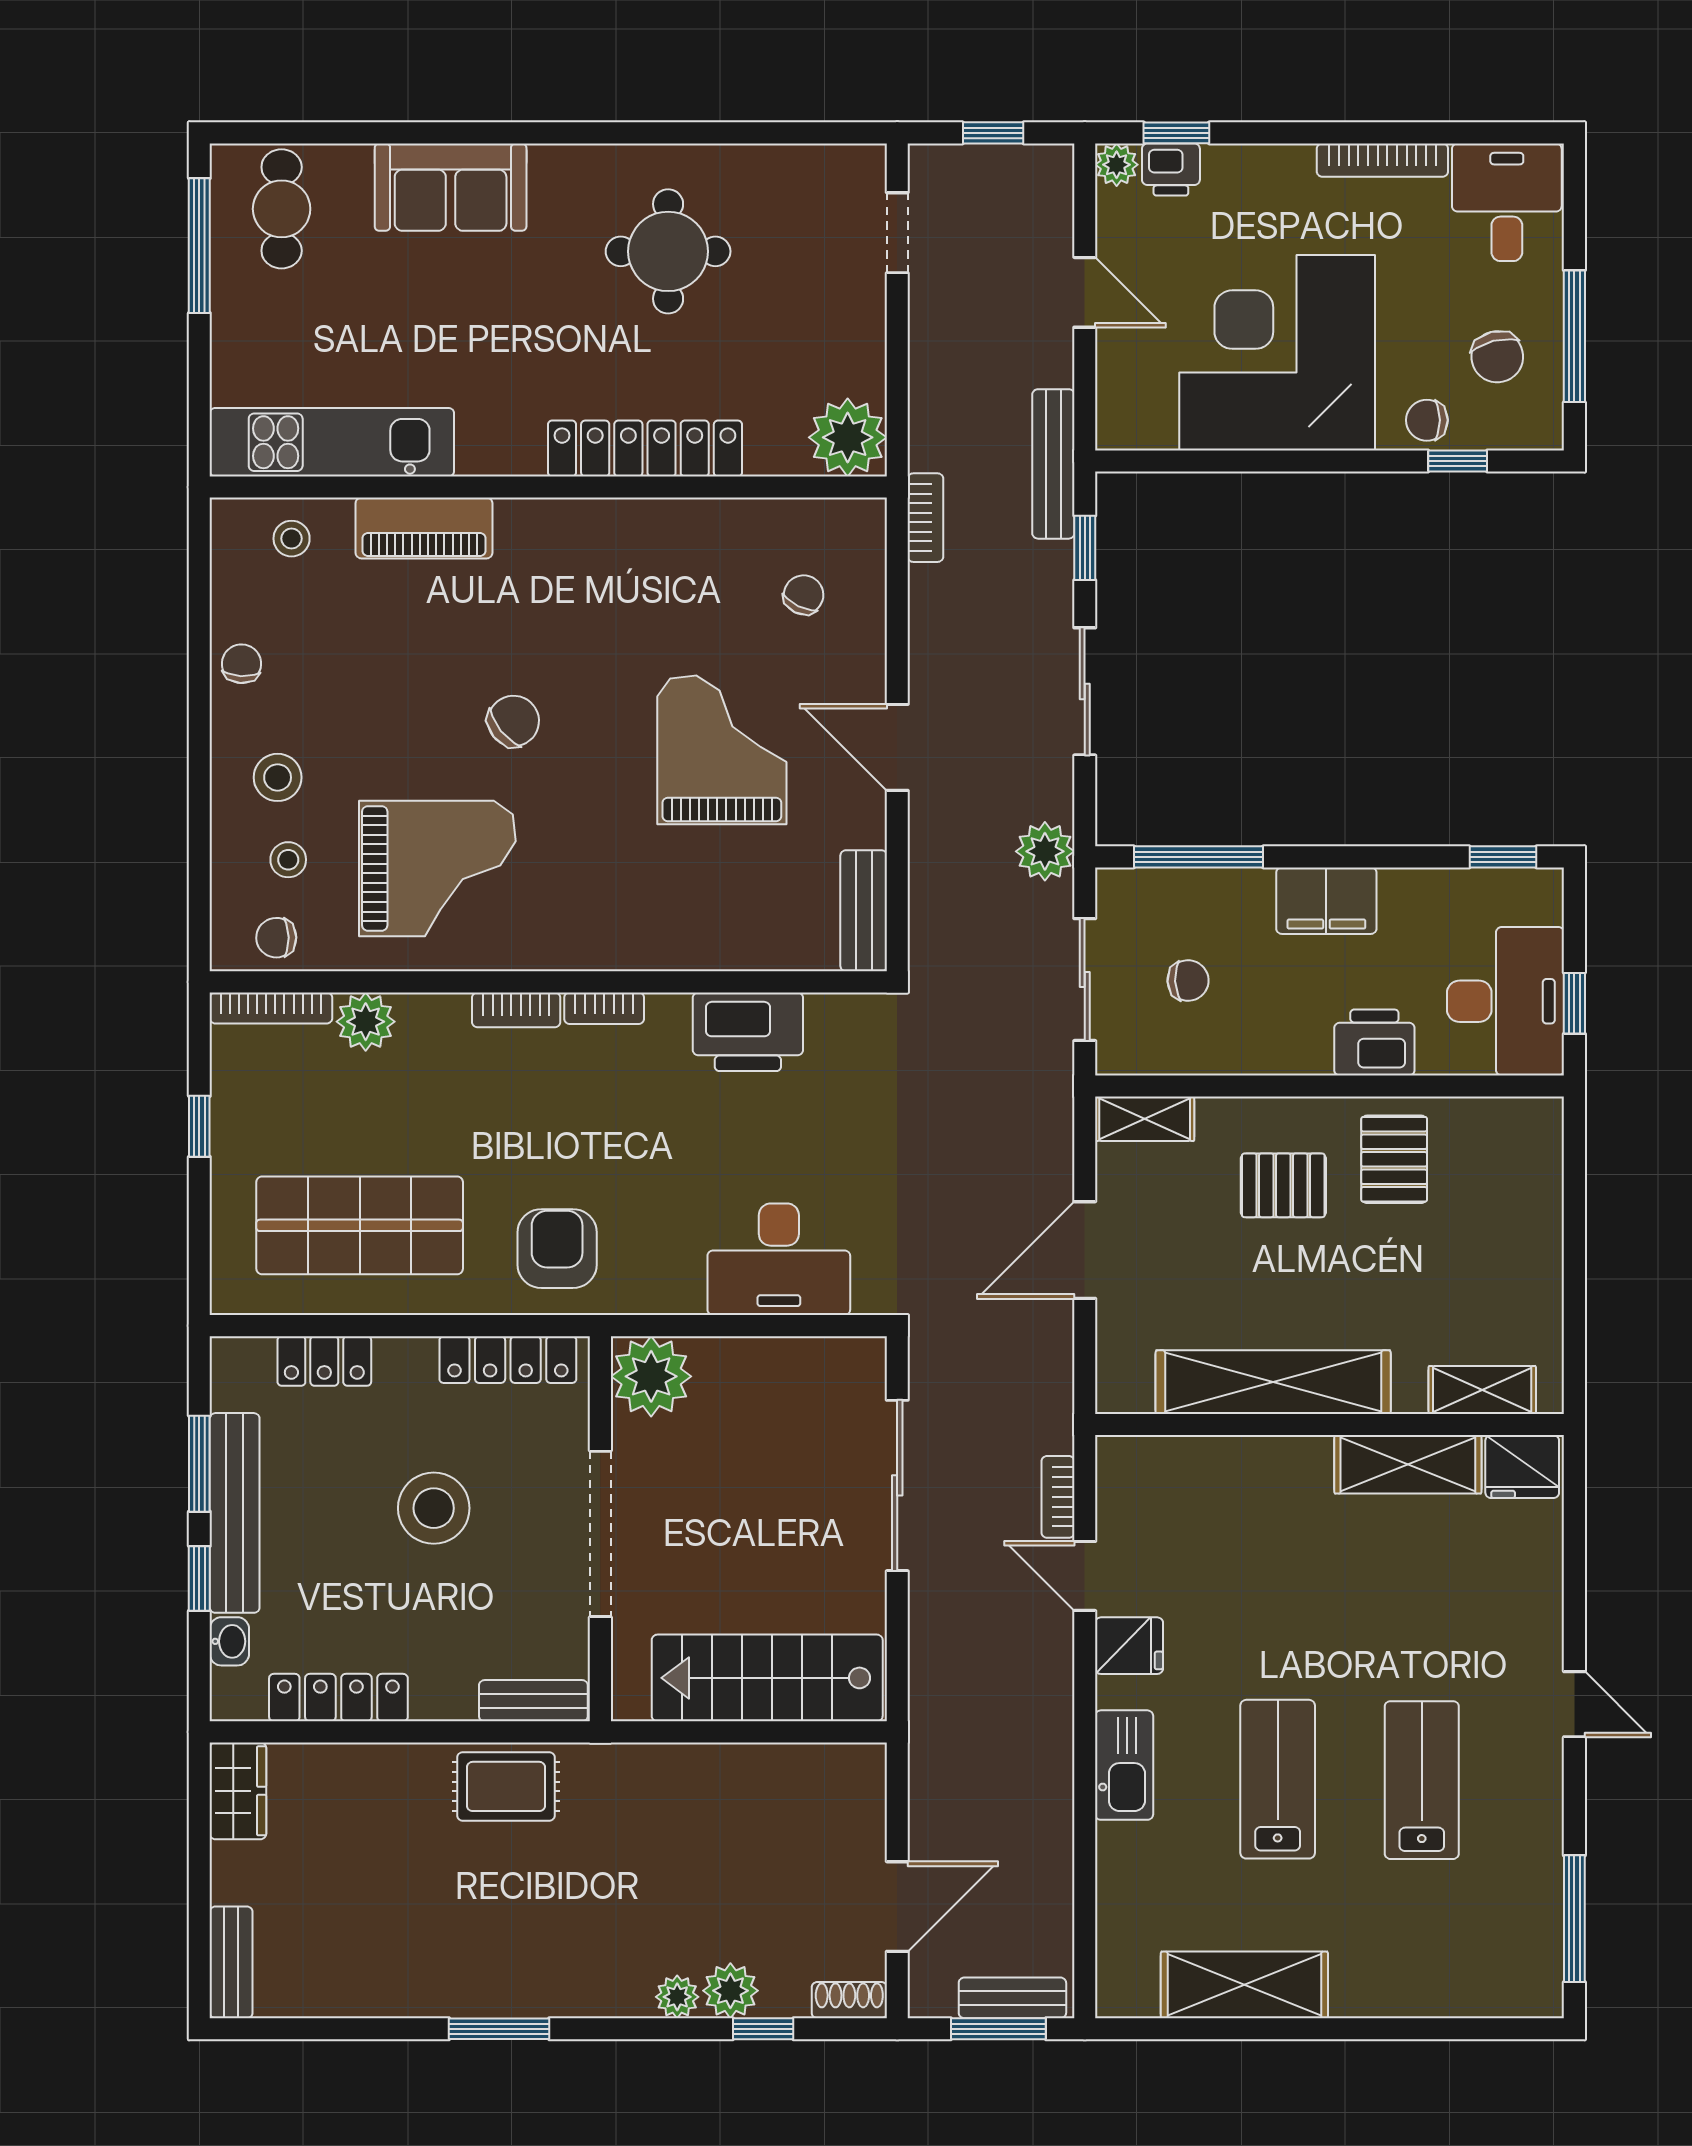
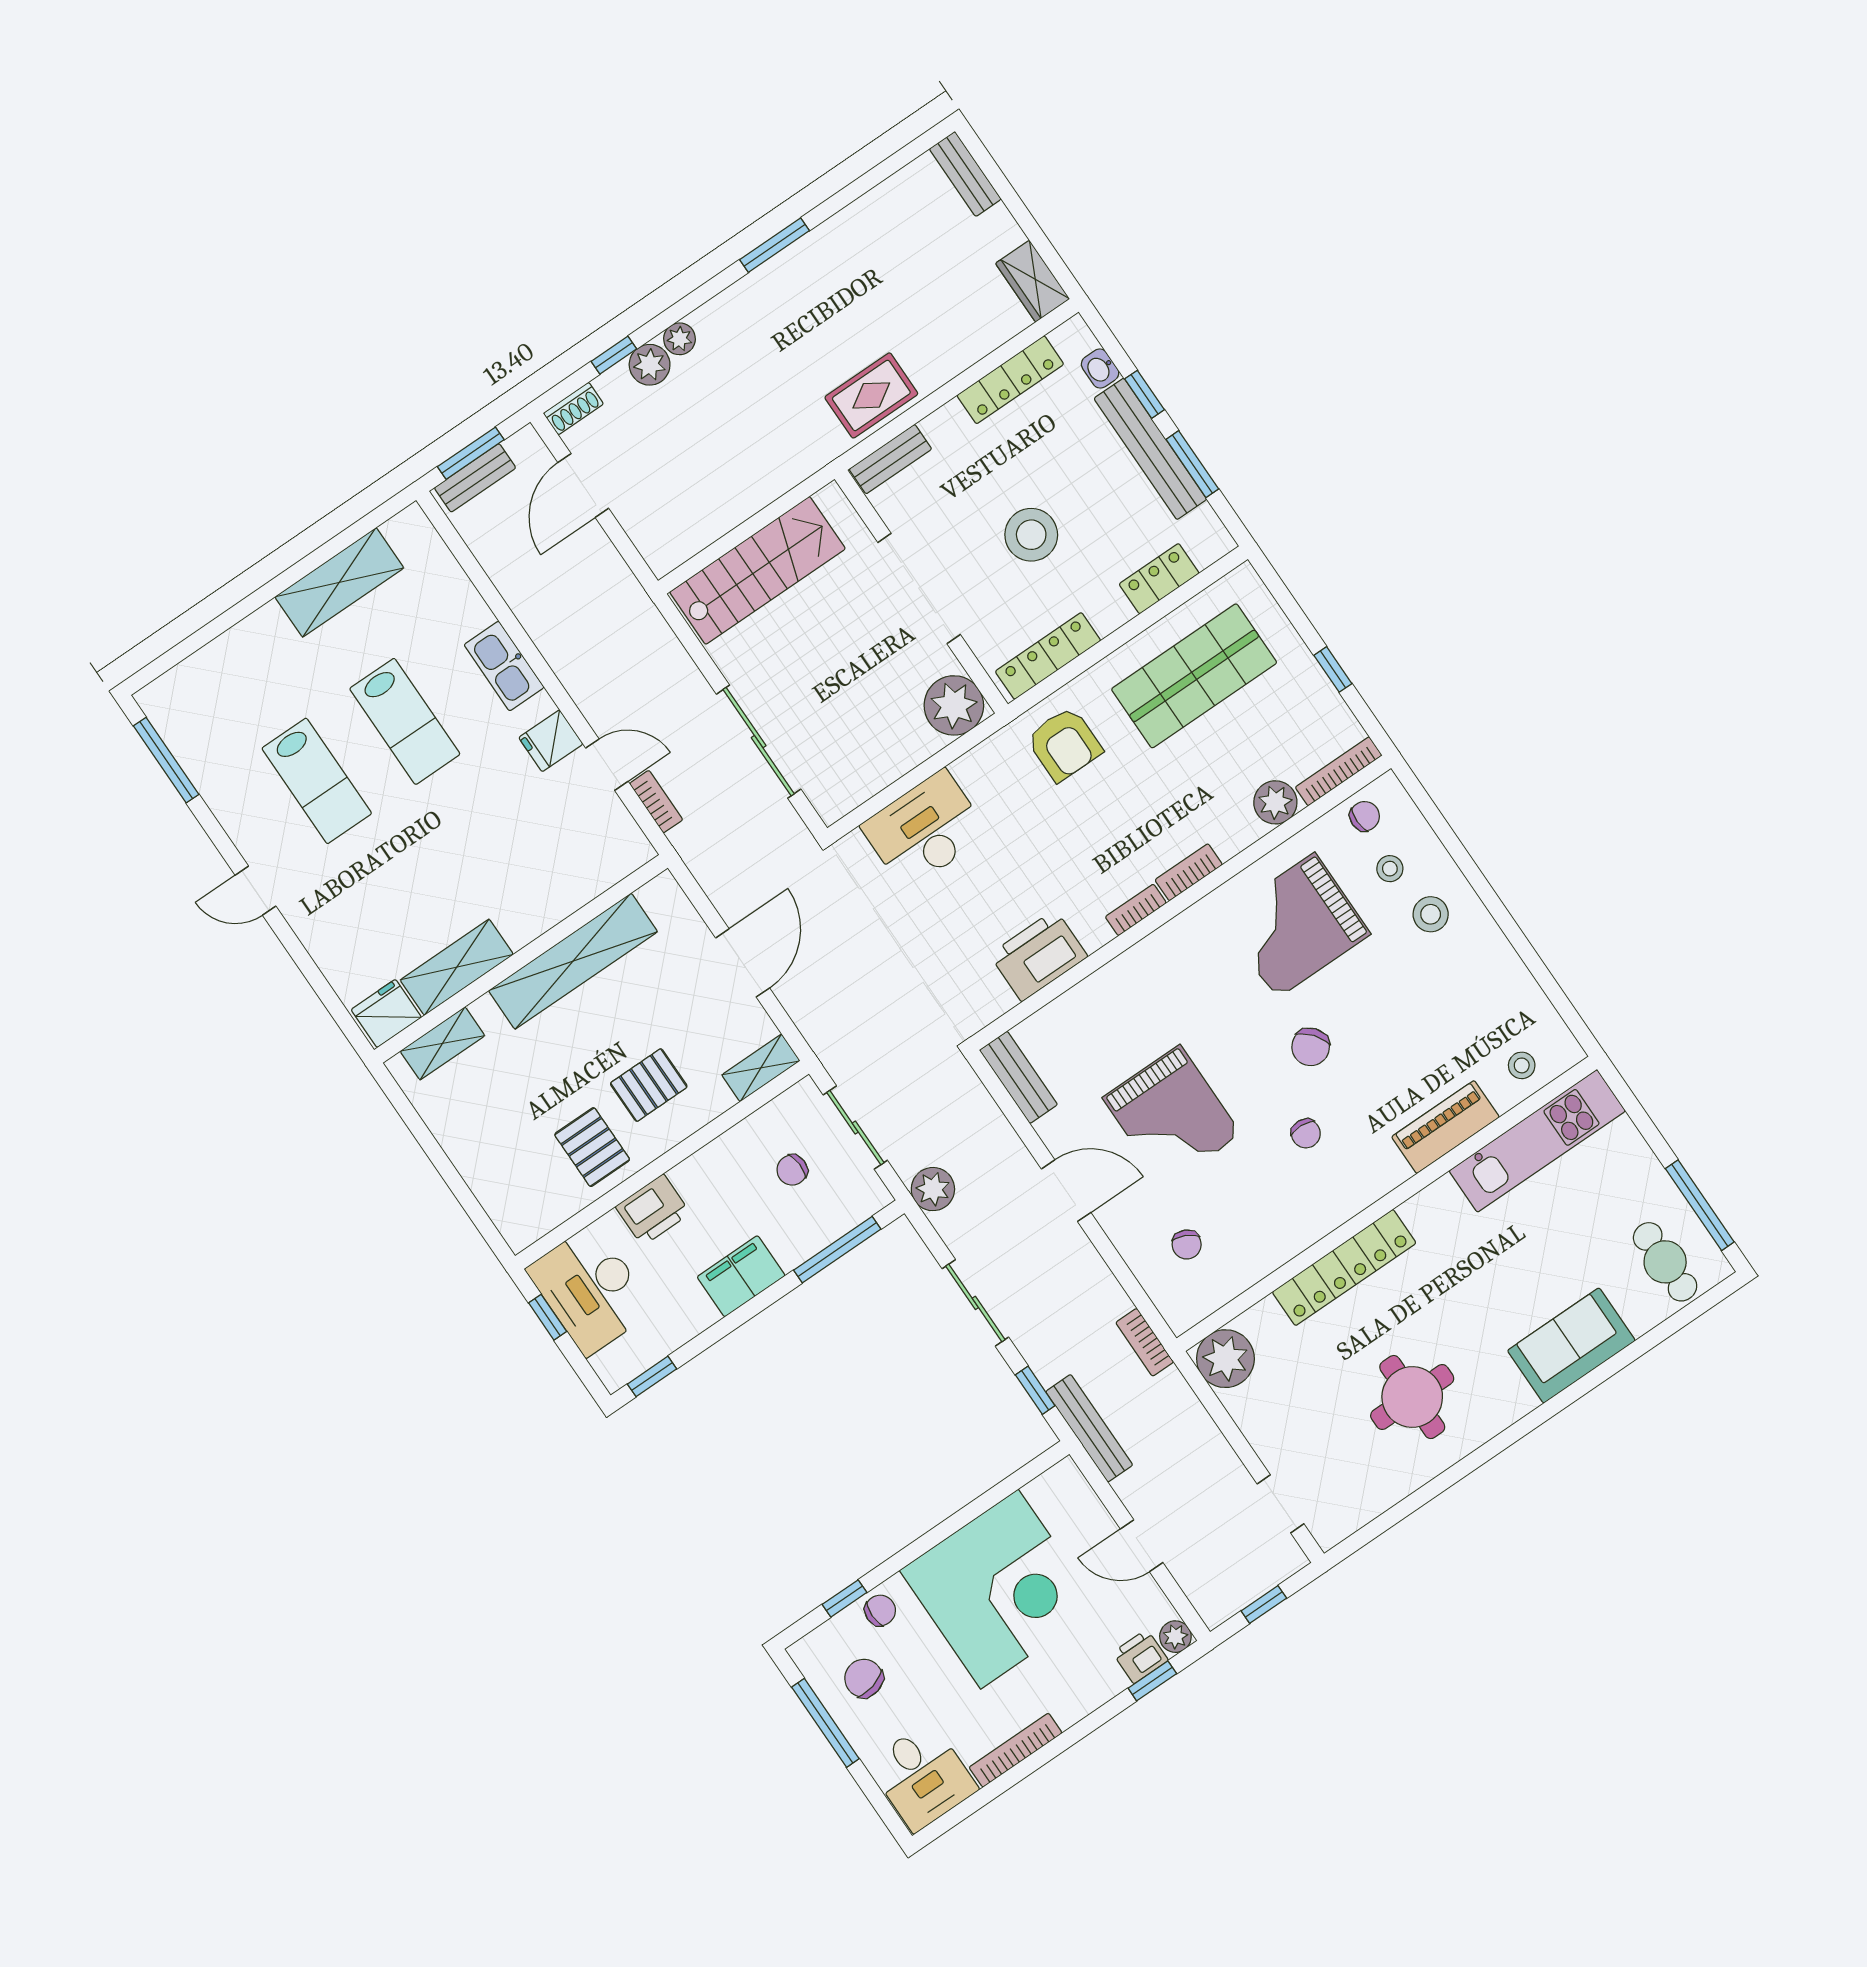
chair: (242, 664) -> (1306, 1134), moved

